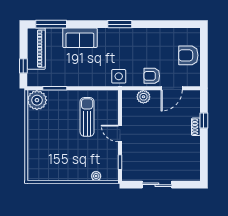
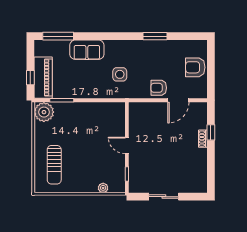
window: (120, 24) -> (155, 36), moved
piano: (36, 49) -> (43, 78), moved
side table: (119, 76) -> (120, 74), moved
plant: (143, 97) -> (150, 109), removed
sun lounger: (87, 117) -> (54, 165), moved, turned 180

